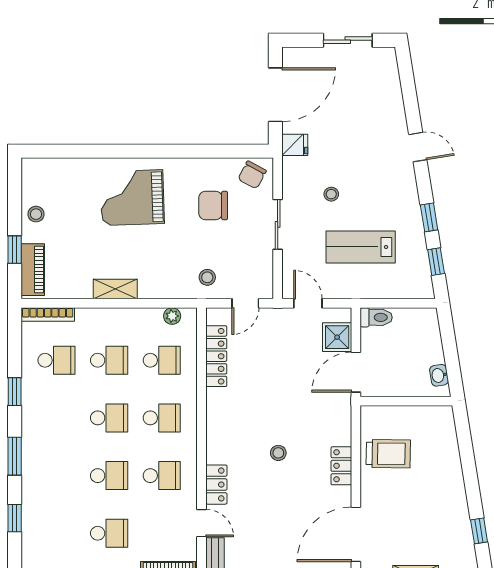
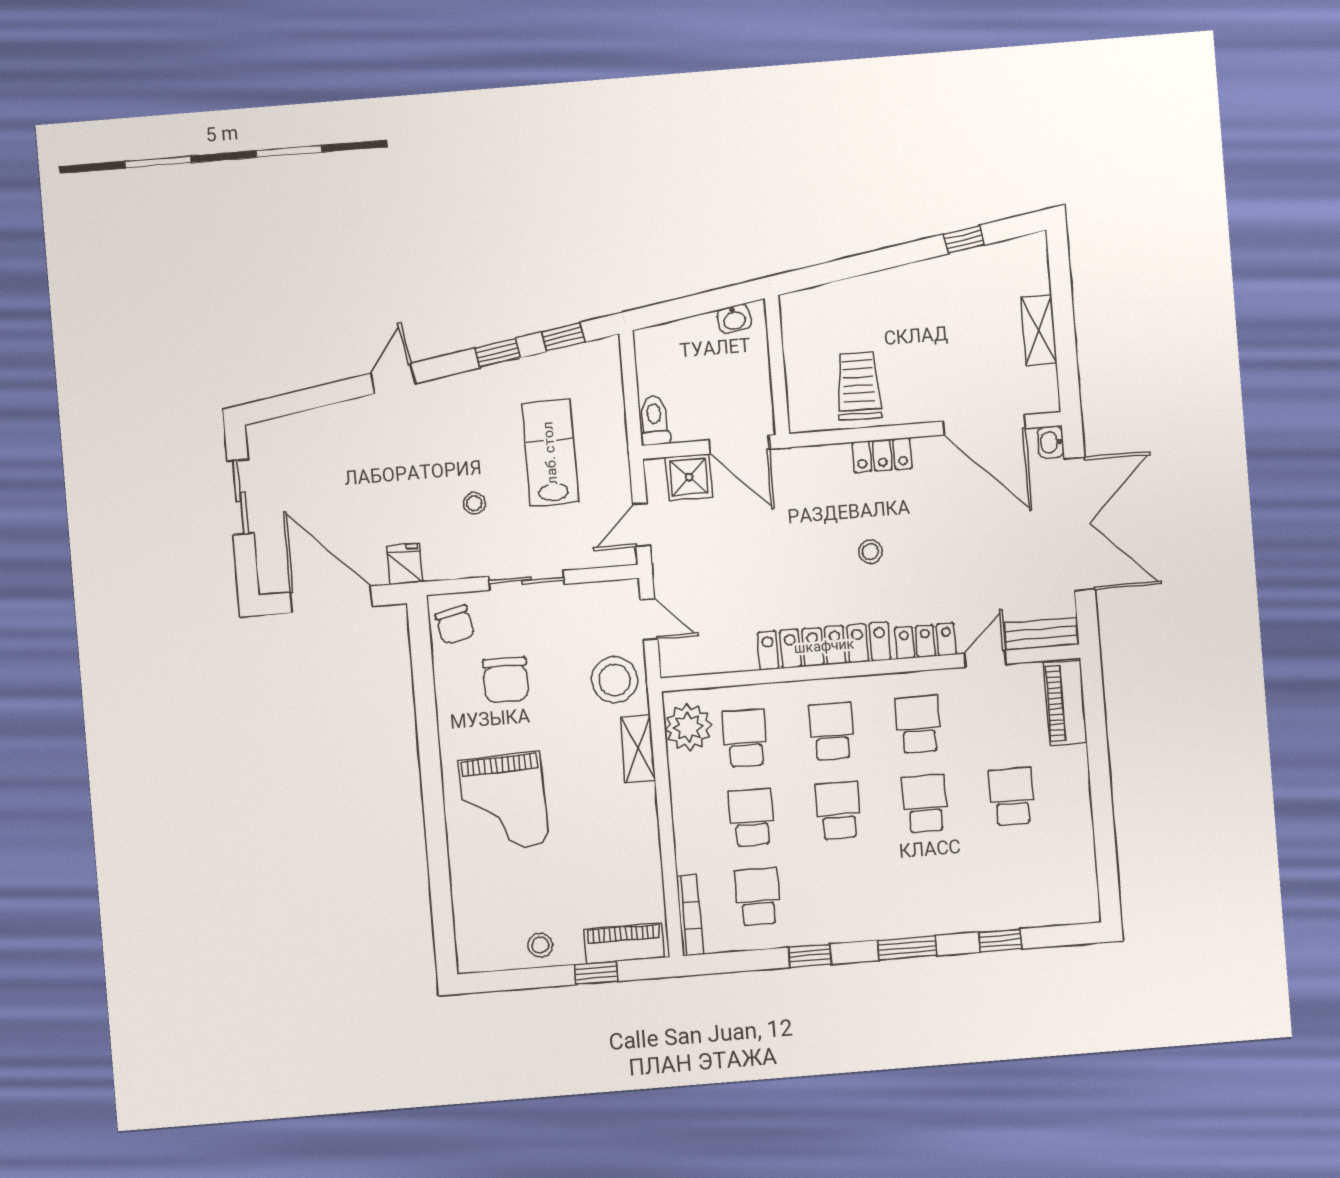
chair: (252, 175) -> (455, 625), turned 49
lab bench: (361, 247) -> (550, 453), turned 180
stool: (207, 277) -> (615, 680), width x1.89, depth x1.89
shelving: (115, 289) -> (638, 748), moved
plant: (172, 316) -> (688, 727), width x1.87, depth x1.87
locker: (216, 356) -> (824, 646), moved, width x1.41, depth x1.21

